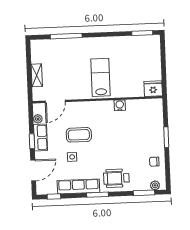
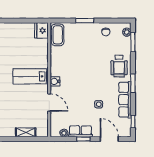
door: (55, 101) -> (49, 103), moved
water cooler: (120, 105) -> (55, 81), moved
coffee table: (79, 135) -> (58, 35), moved

